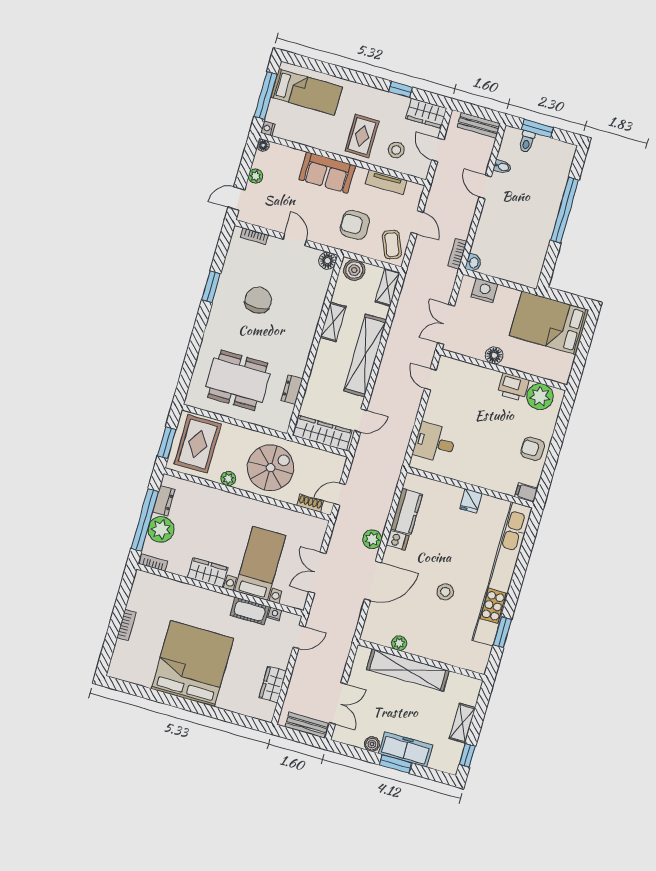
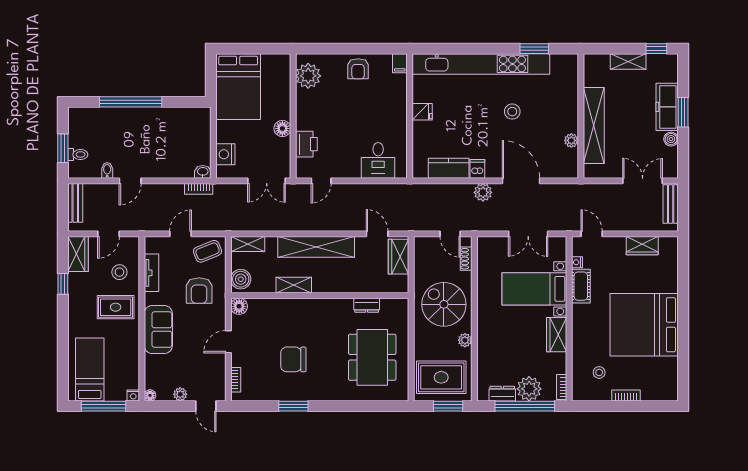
printer: (513, 387) -> (306, 144), moved
wardrobe: (323, 433) -> (399, 257), width x0.67
stool: (157, 605) -> (599, 372), added

